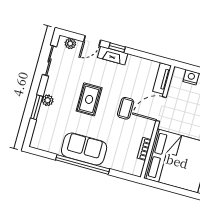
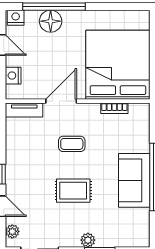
fireplace: (113, 56) -> (13, 177), removed
door: (161, 109) -> (61, 101), swing flipped

